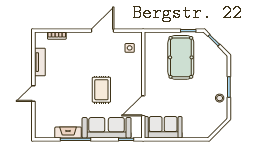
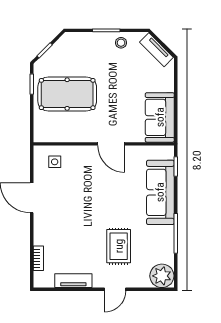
rug: (101, 90) -> (119, 246), moved, turned 90
door: (33, 93) -> (115, 289), hinge flipped
door: (143, 106) -> (111, 144), moved
tv unit: (214, 125) -> (156, 50), added
plant: (44, 129) -> (162, 276), added
fireplace: (68, 133) -> (167, 243), removed

